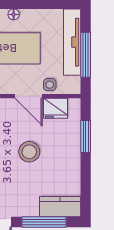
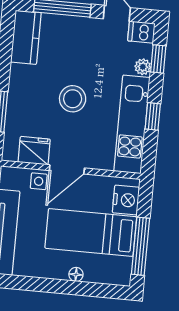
door: (29, 96) -> (67, 169), swing flipped
kitchen counter: (60, 207) -> (26, 37), moved, turned -90

